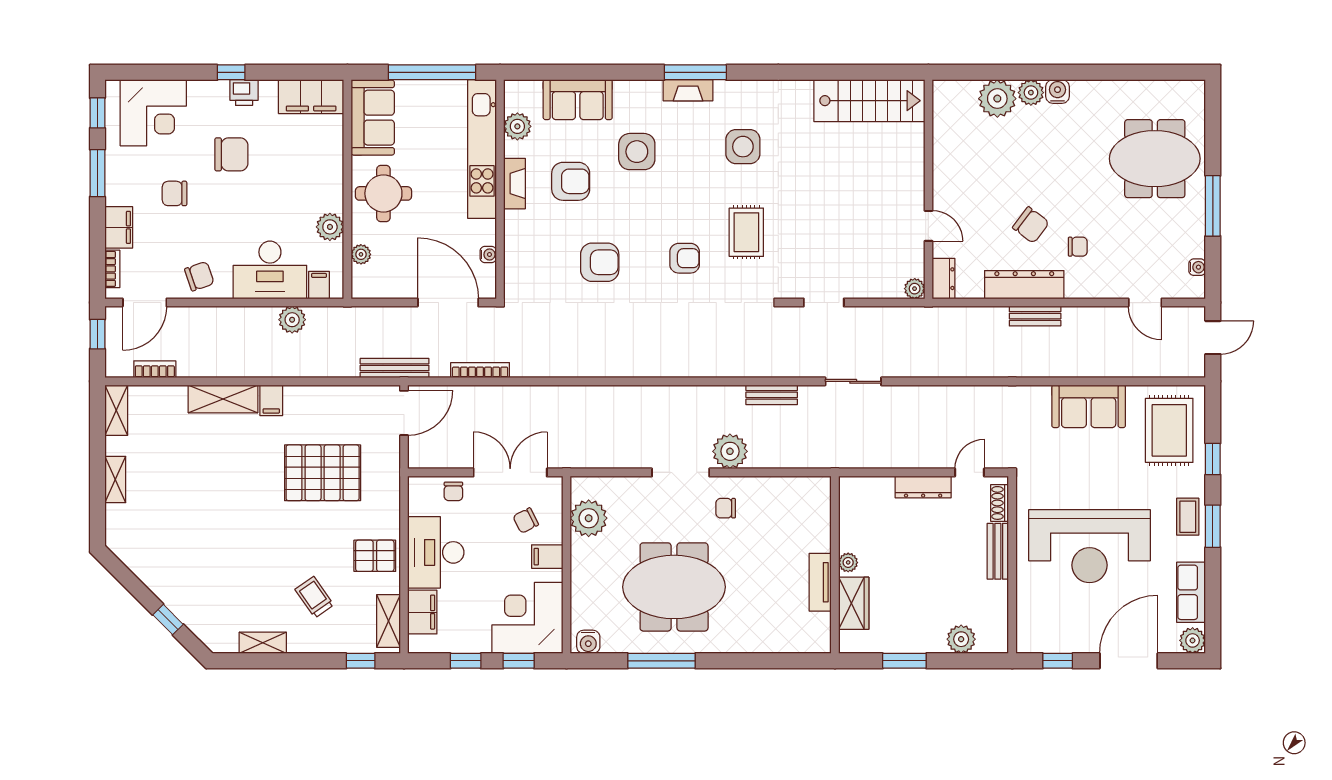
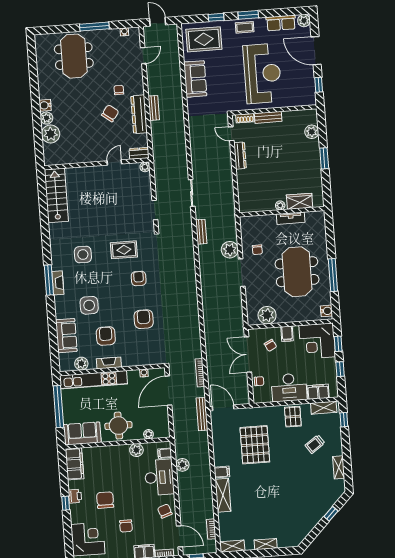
plant: (848, 562) -> (280, 205), moved
wall: (835, 565) -> (282, 212), moved
tv unit: (820, 582) -> (291, 218), moved
wardrobe: (854, 603) -> (300, 201), moved

